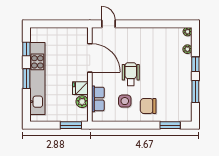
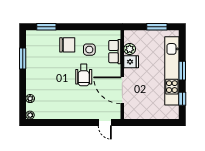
window: (195, 64) -> (23, 84), removed
window: (71, 125) -> (157, 27), moved

